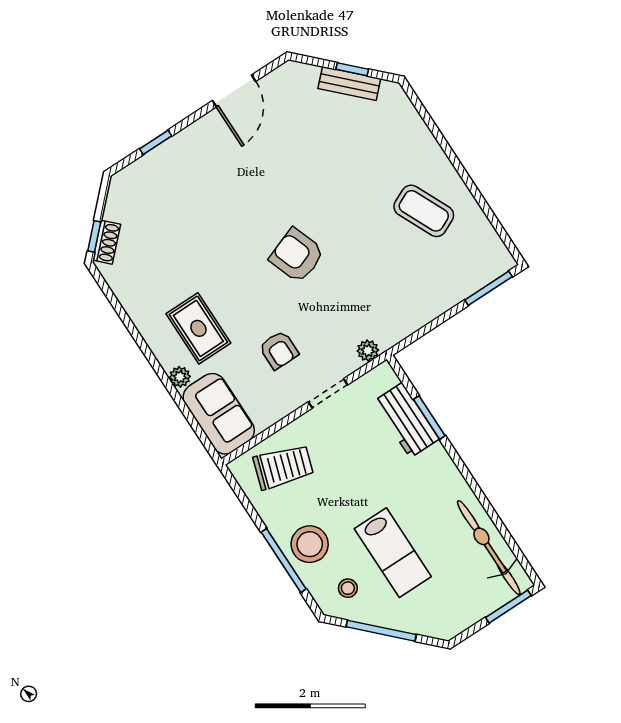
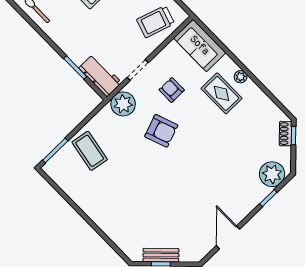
plant: (142, 180) -> (272, 174), added
coffee table: (424, 211) -> (90, 151), moved, turned 35
armchair: (297, 255) -> (161, 131), moved
plant: (368, 351) -> (123, 104), width x1.88, depth x1.88
plant: (180, 377) -> (241, 77), moved
workbench: (406, 420) -> (100, 75), moved

